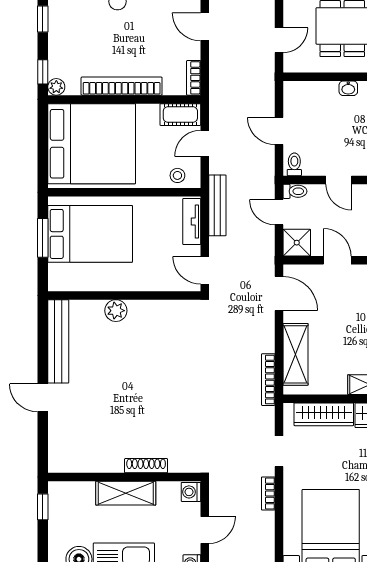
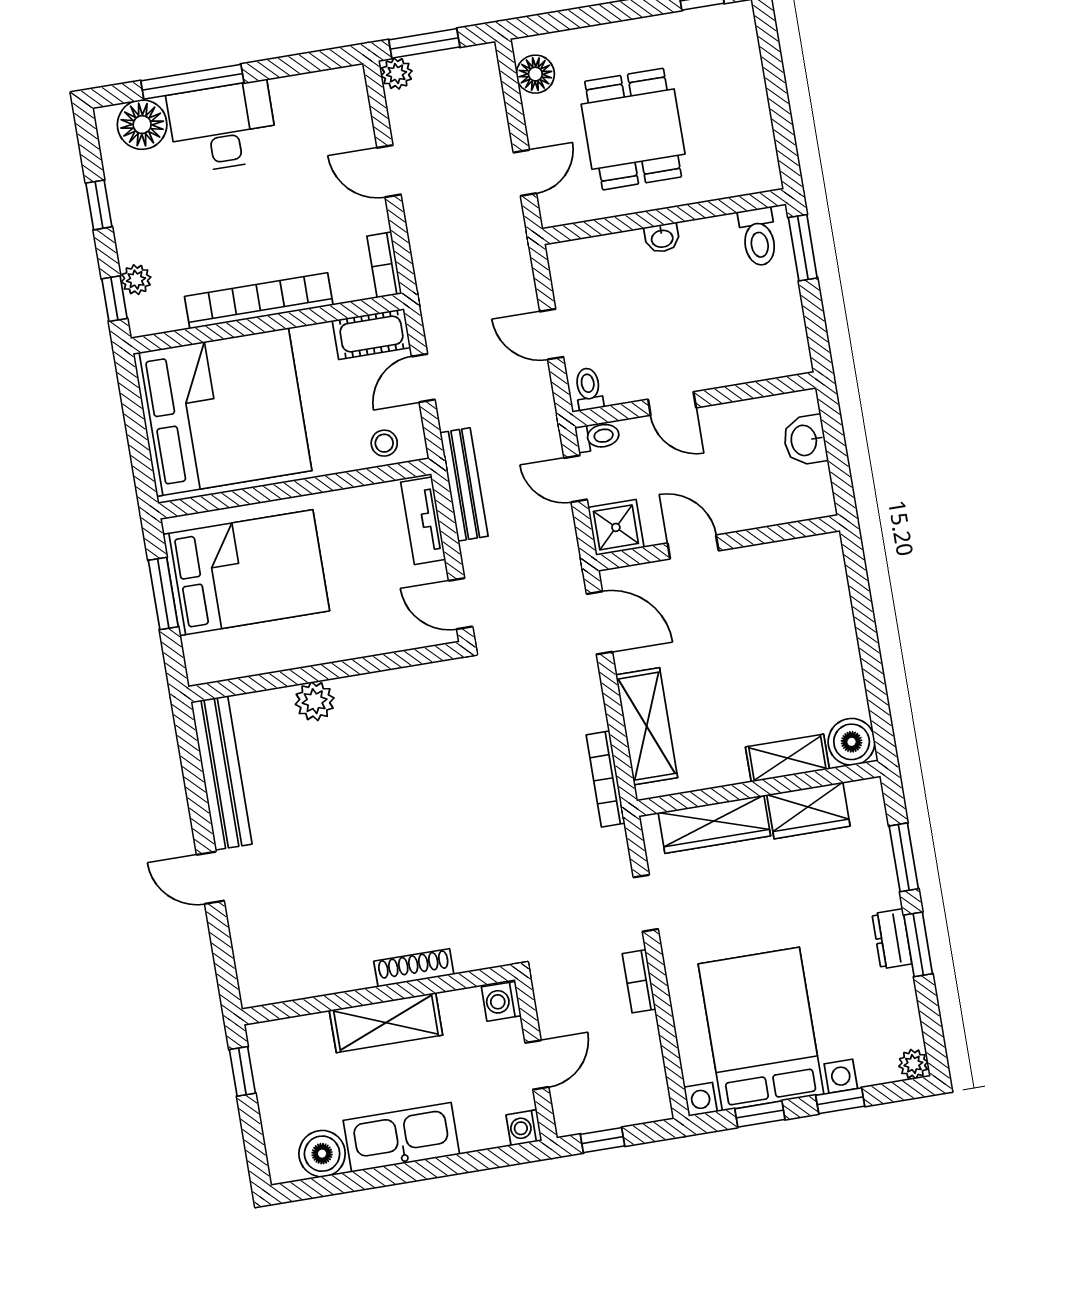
plant: (56, 87) -> (136, 280), moved

